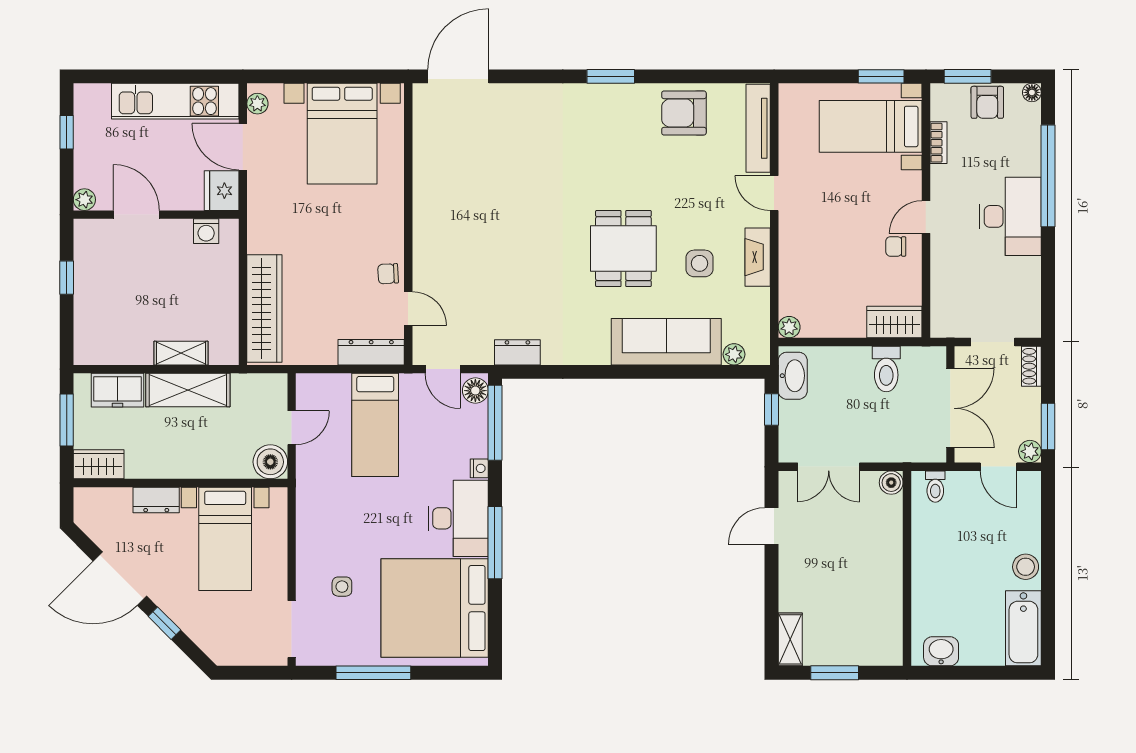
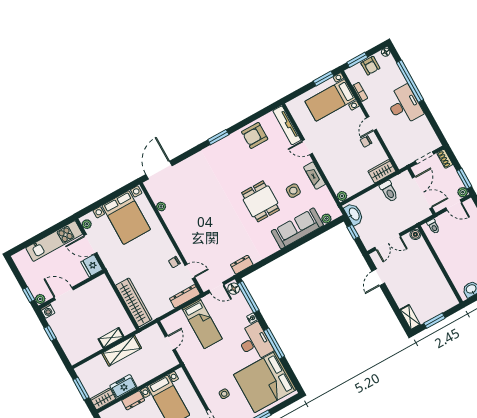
window: (67, 132) -> (29, 295), moved
plant: (423, 150) -> (161, 206), added
washing machine: (206, 231) -> (48, 311), moved
freezer: (118, 390) -> (123, 386), moved, turned 180
boiler: (270, 462) -> (169, 361), removed

